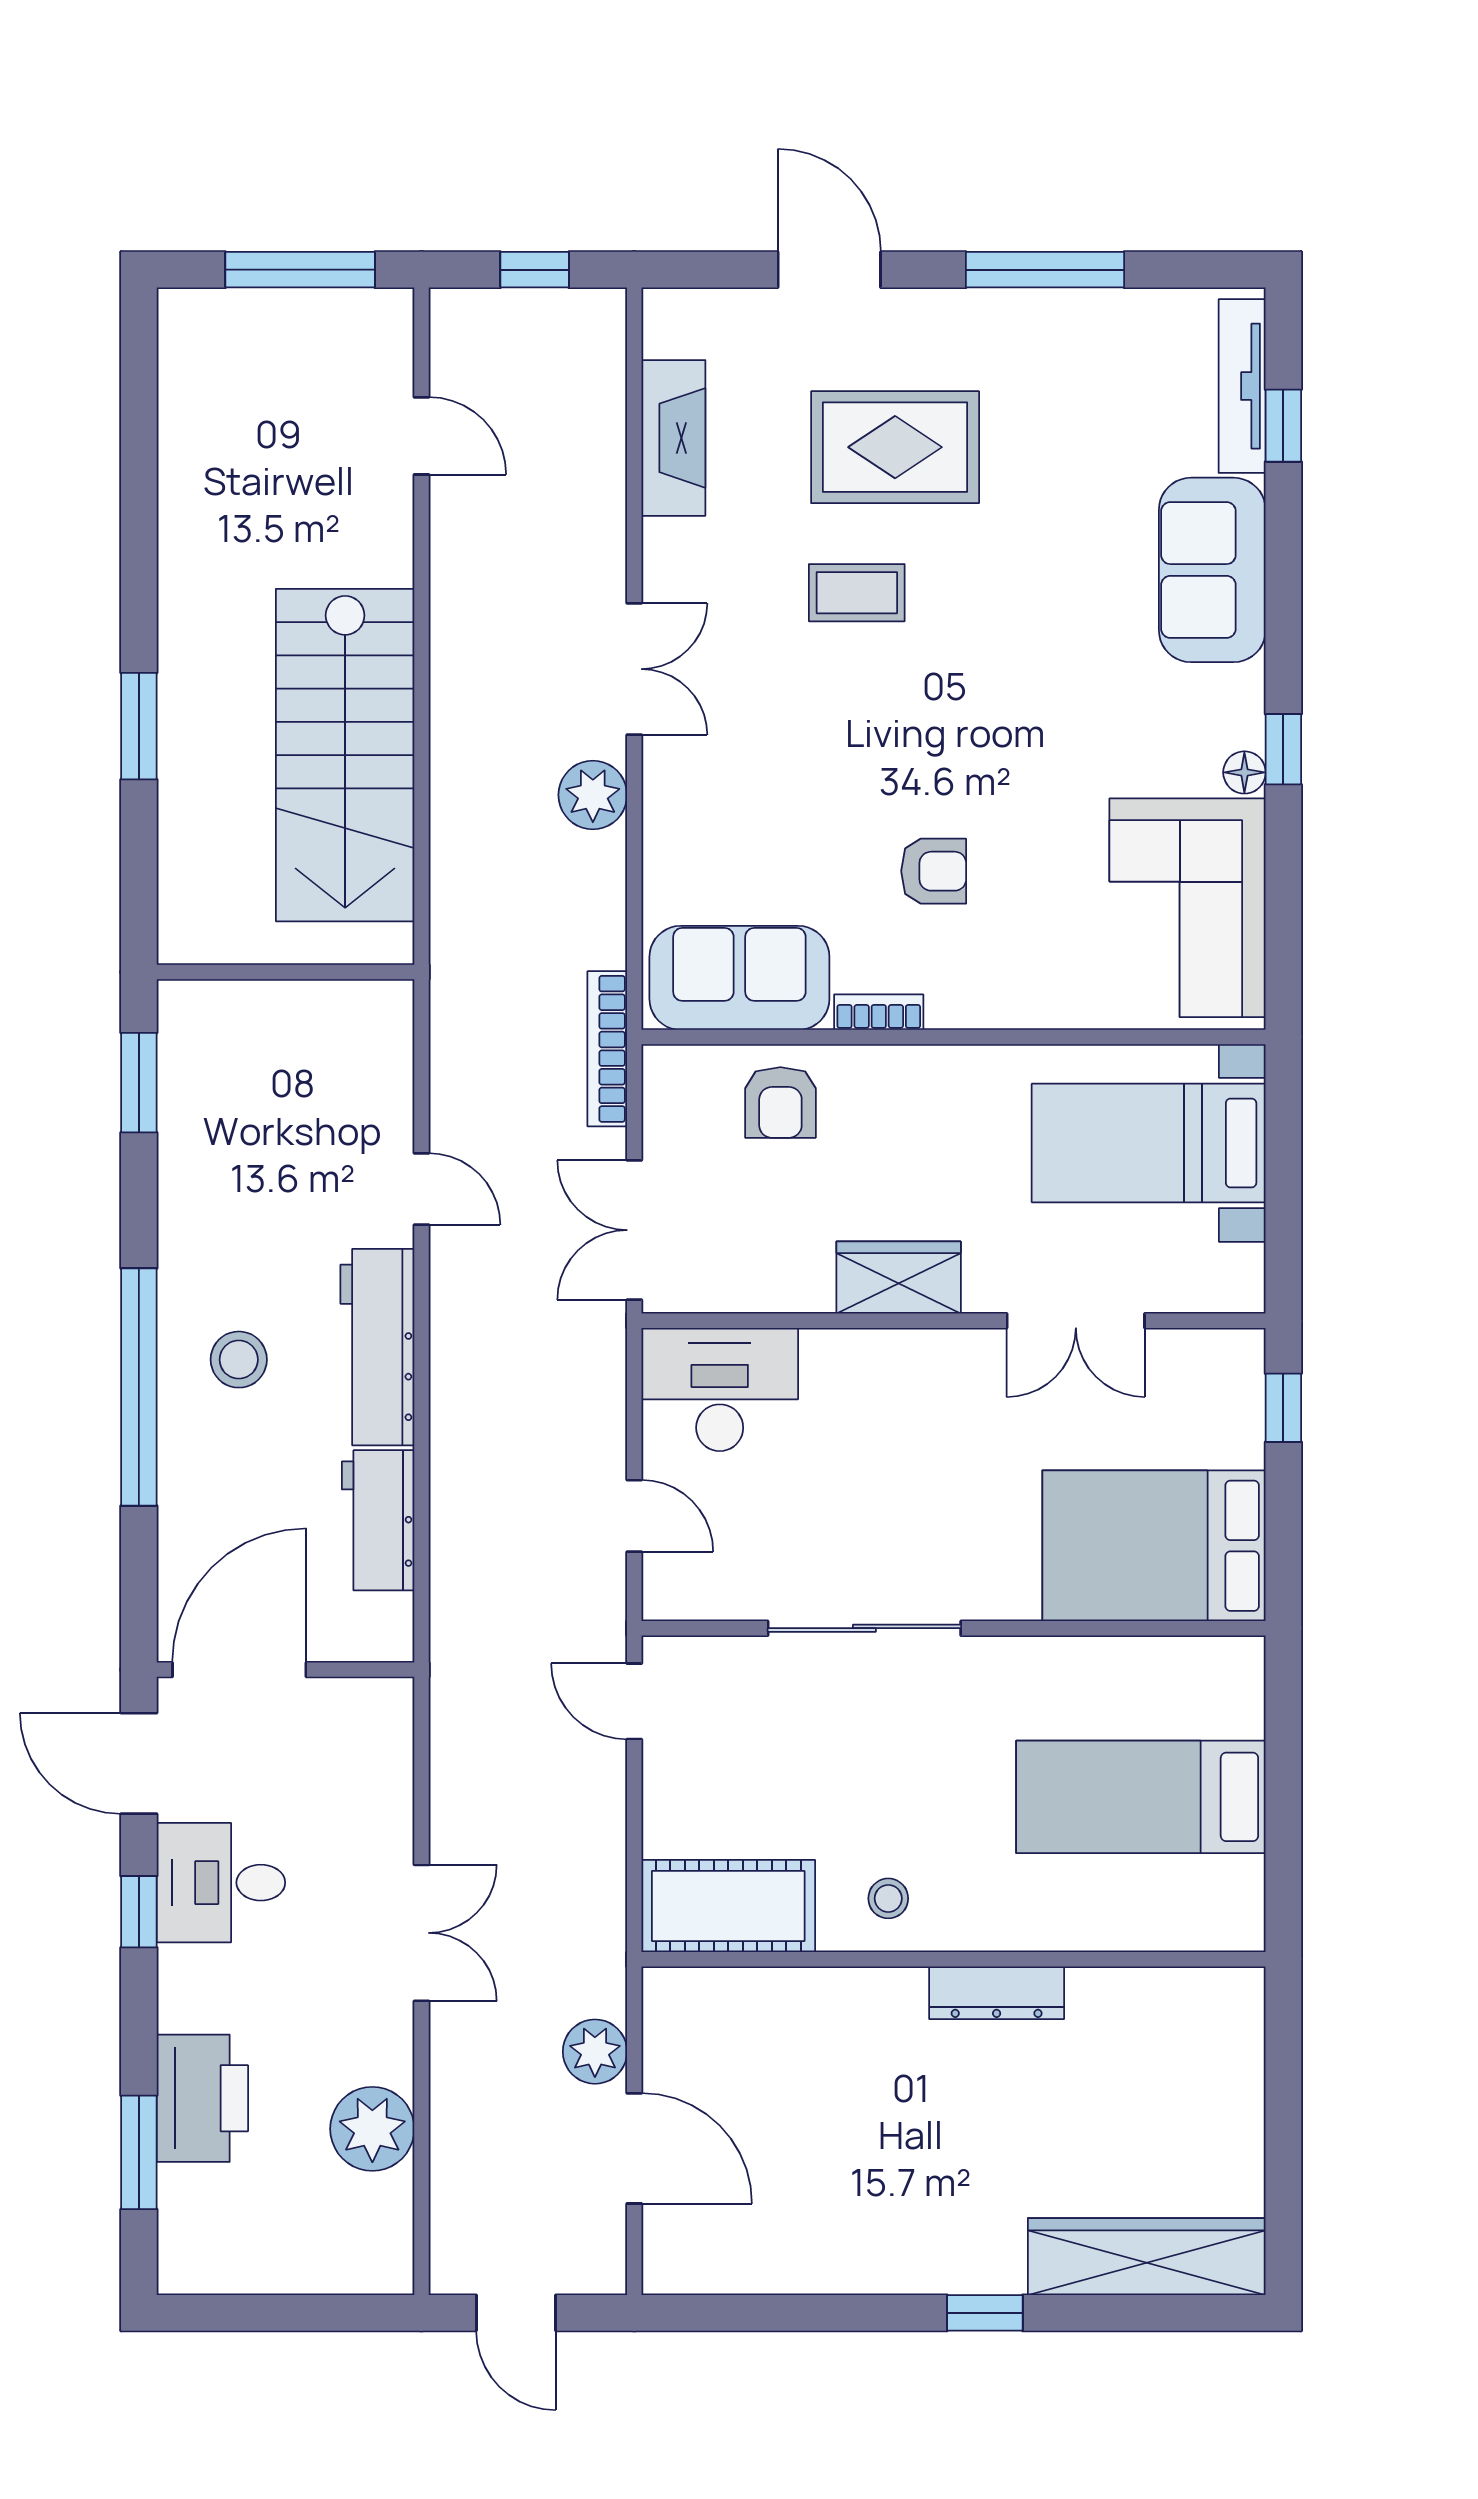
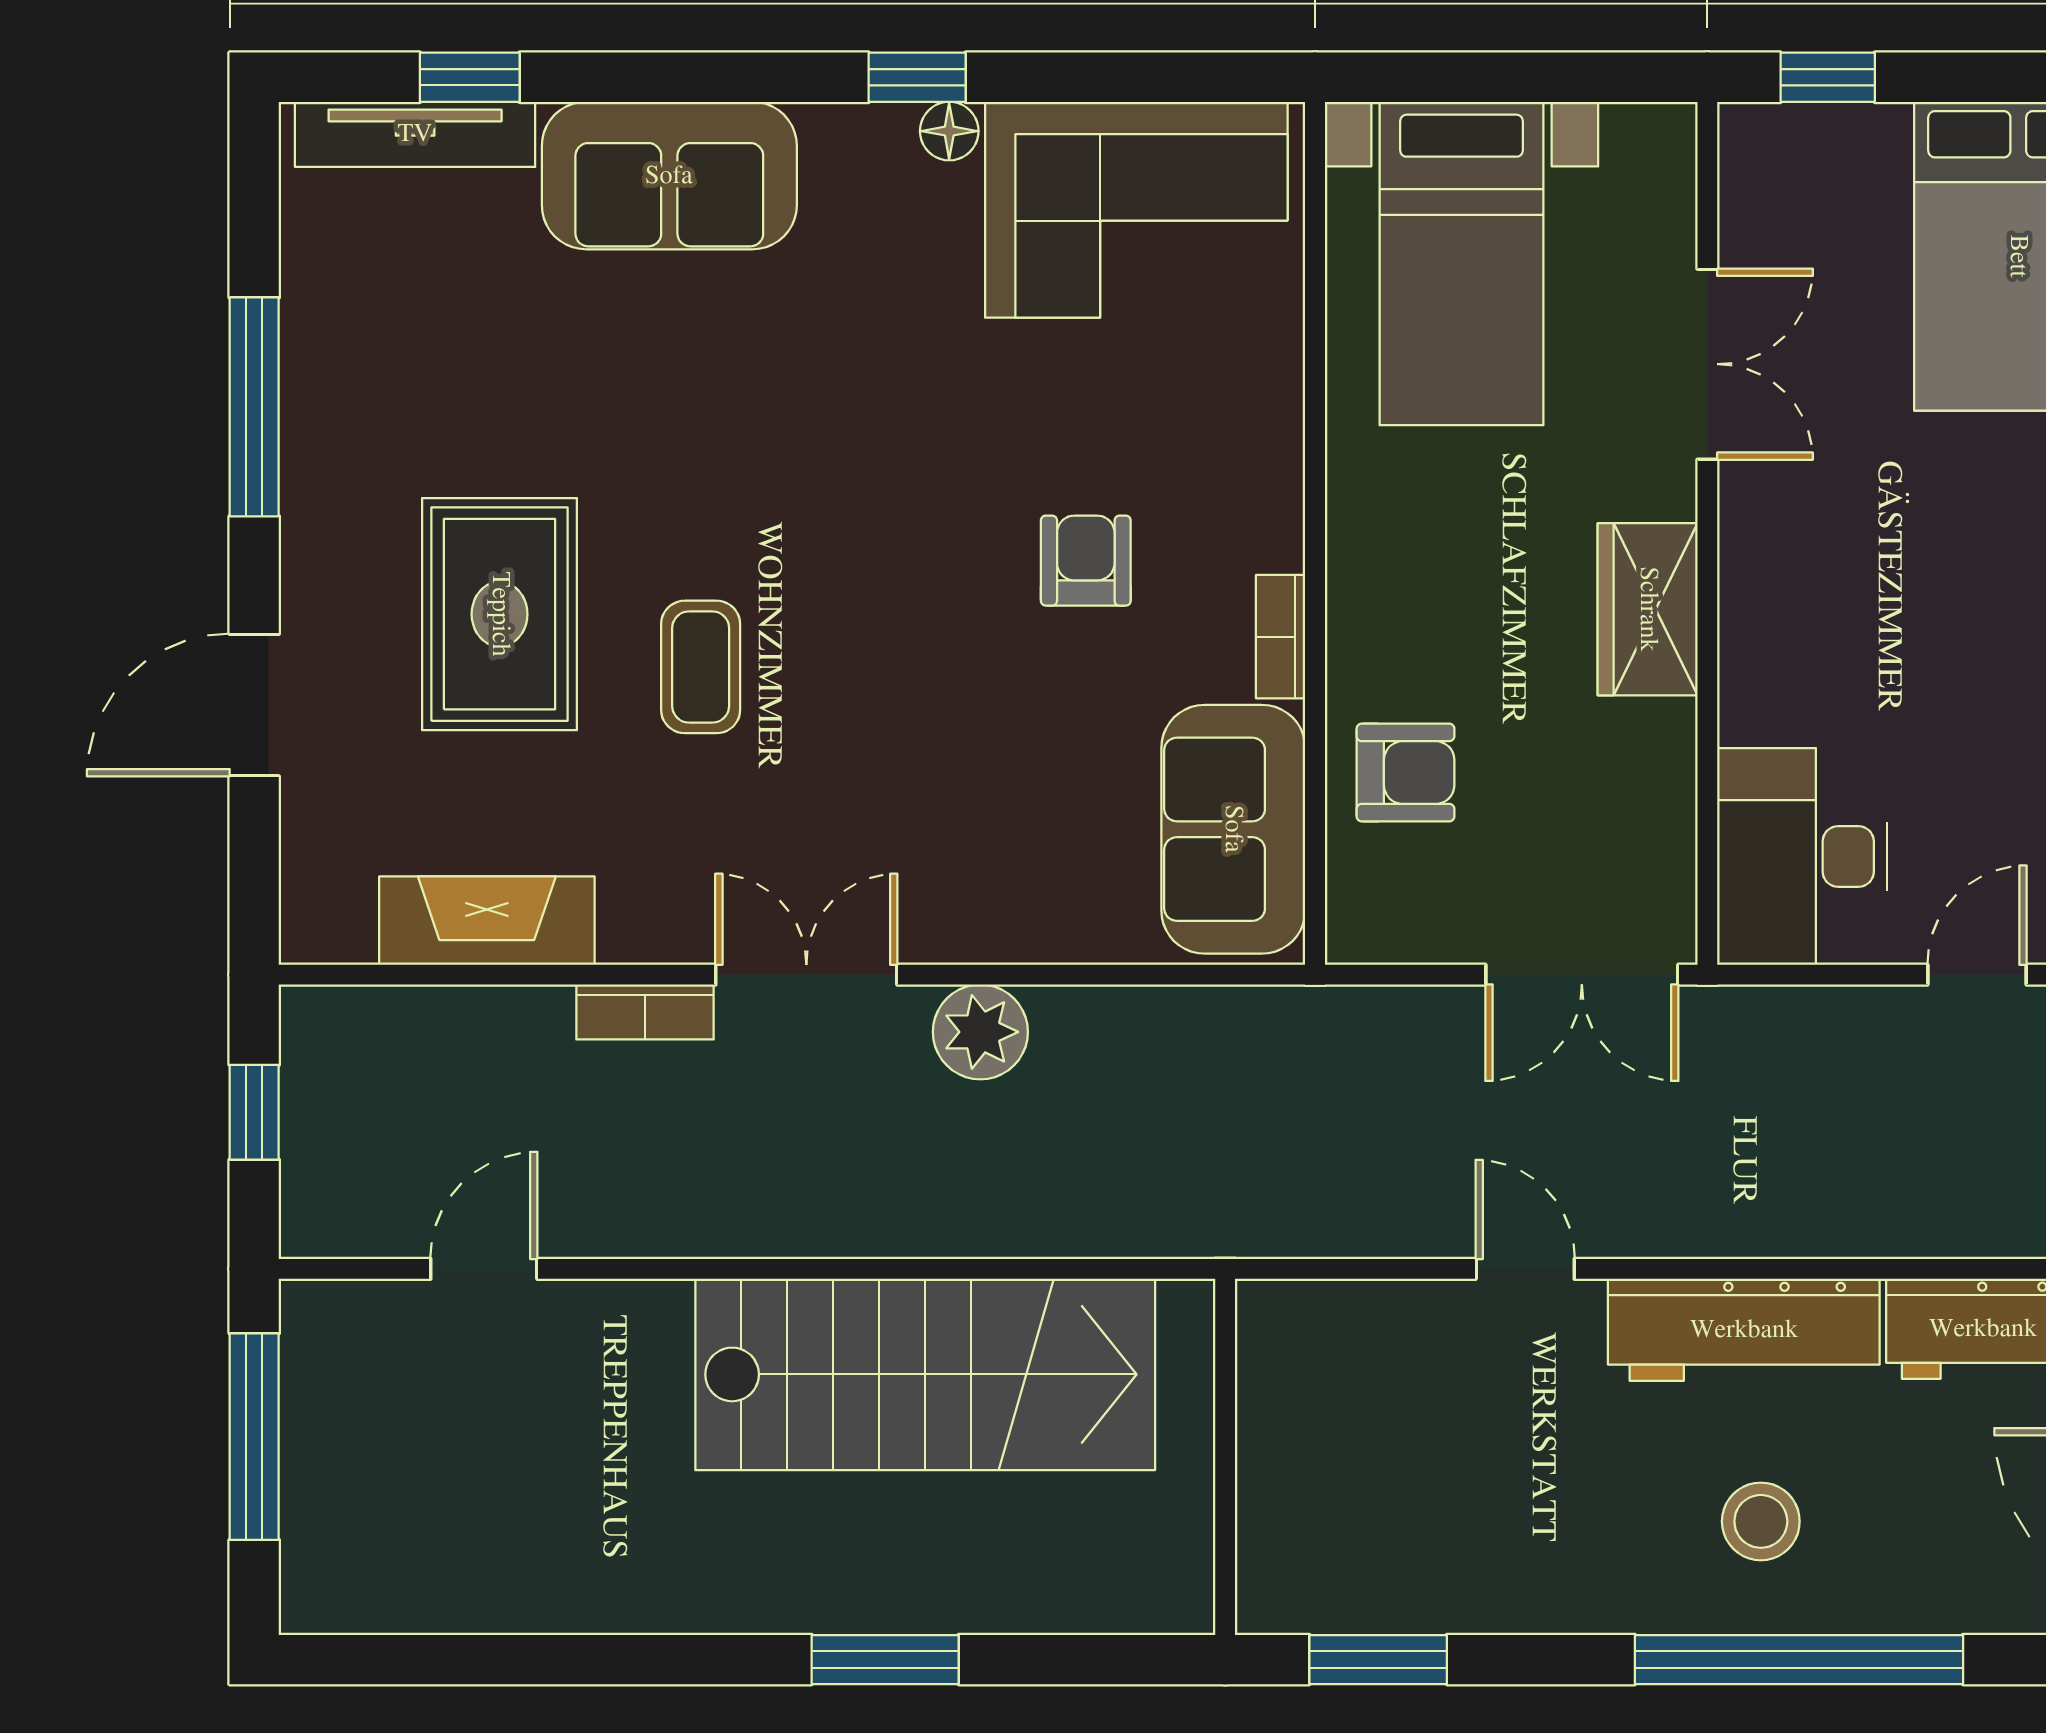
bookcase: (607, 1049) -> (645, 1012), moved, width x0.64
door: (421, 1189) -> (1525, 1269), hinge flipped

